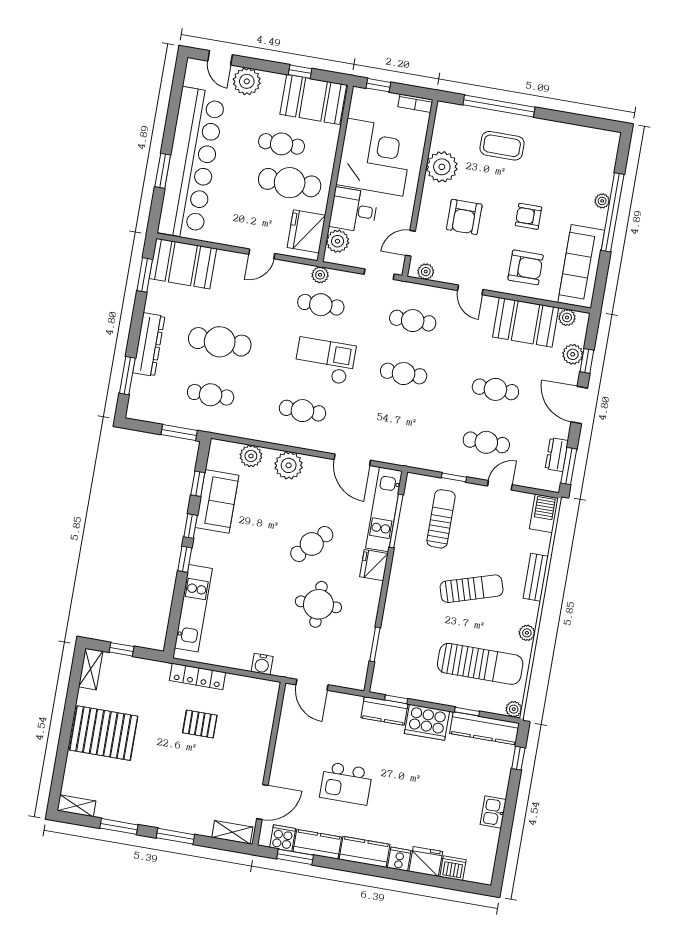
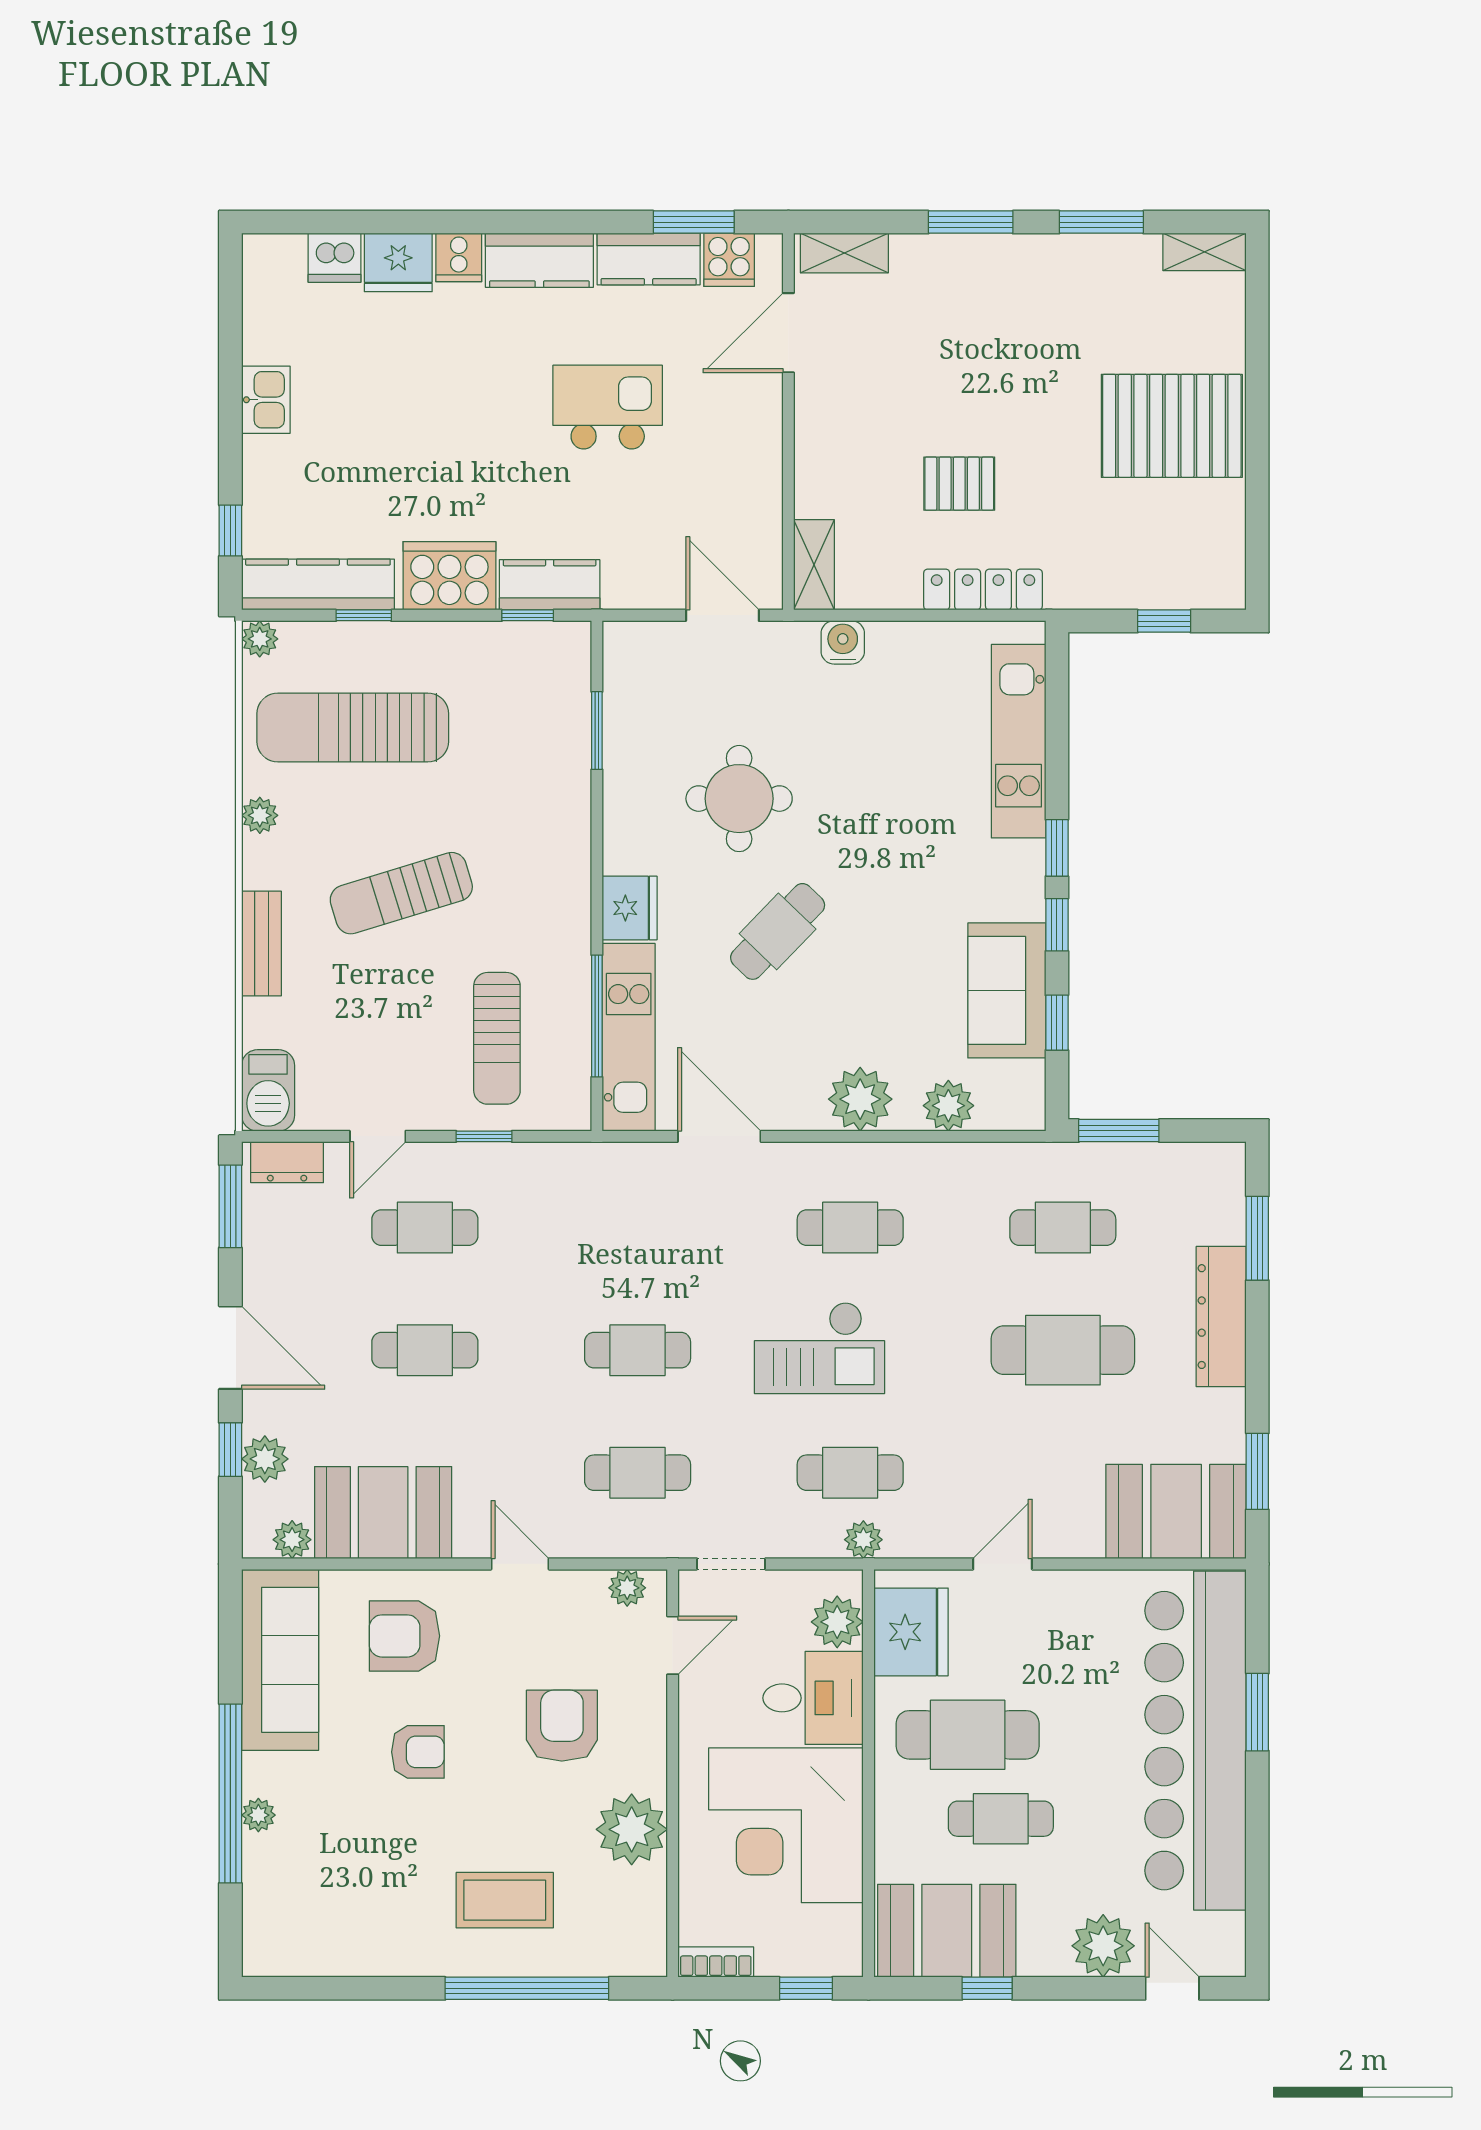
dresser: (557, 455) -> (287, 1162), moved, turned 90
shelving: (91, 669) -> (814, 565), moved

